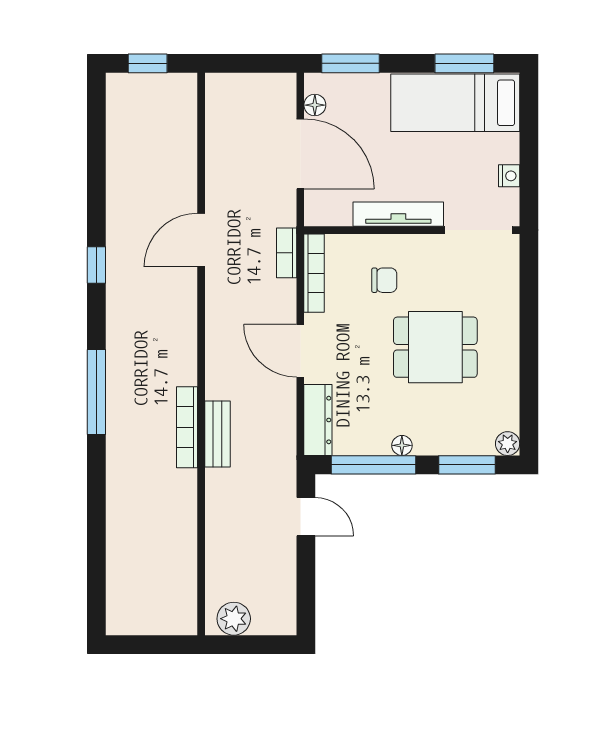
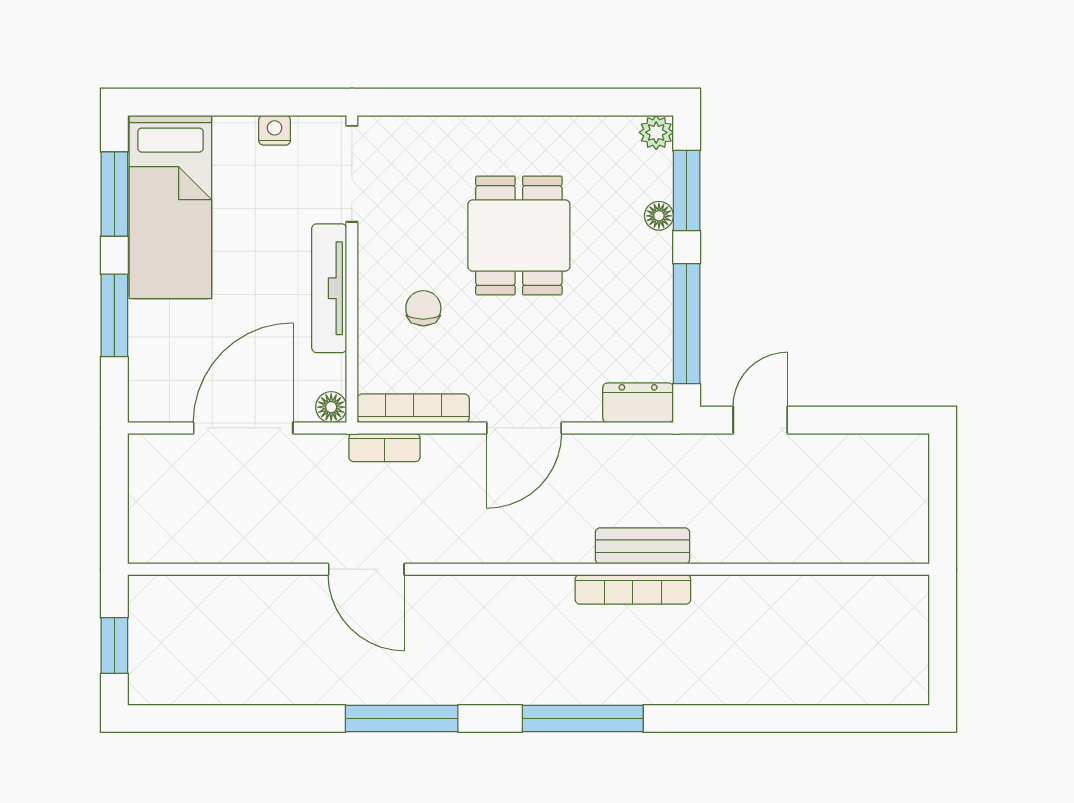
window: (350, 63) -> (114, 315), moved
floor lamp: (315, 105) -> (331, 407), moved
window: (96, 265) -> (402, 718), width x2.17
dresser: (318, 420) -> (638, 403), width x0.70
floor lamp: (402, 445) -> (659, 216), moved
plant: (234, 619) -> (906, 523), removed

